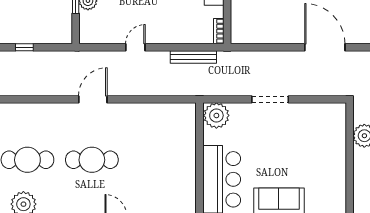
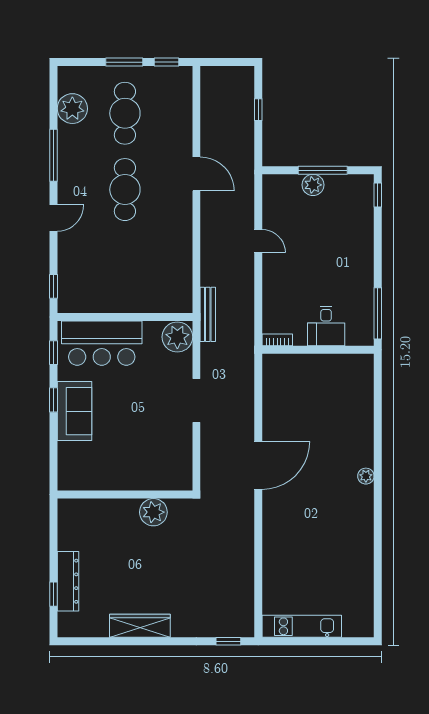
bench: (193, 57) -> (208, 314), moved
door: (93, 99) -> (196, 174), moved

